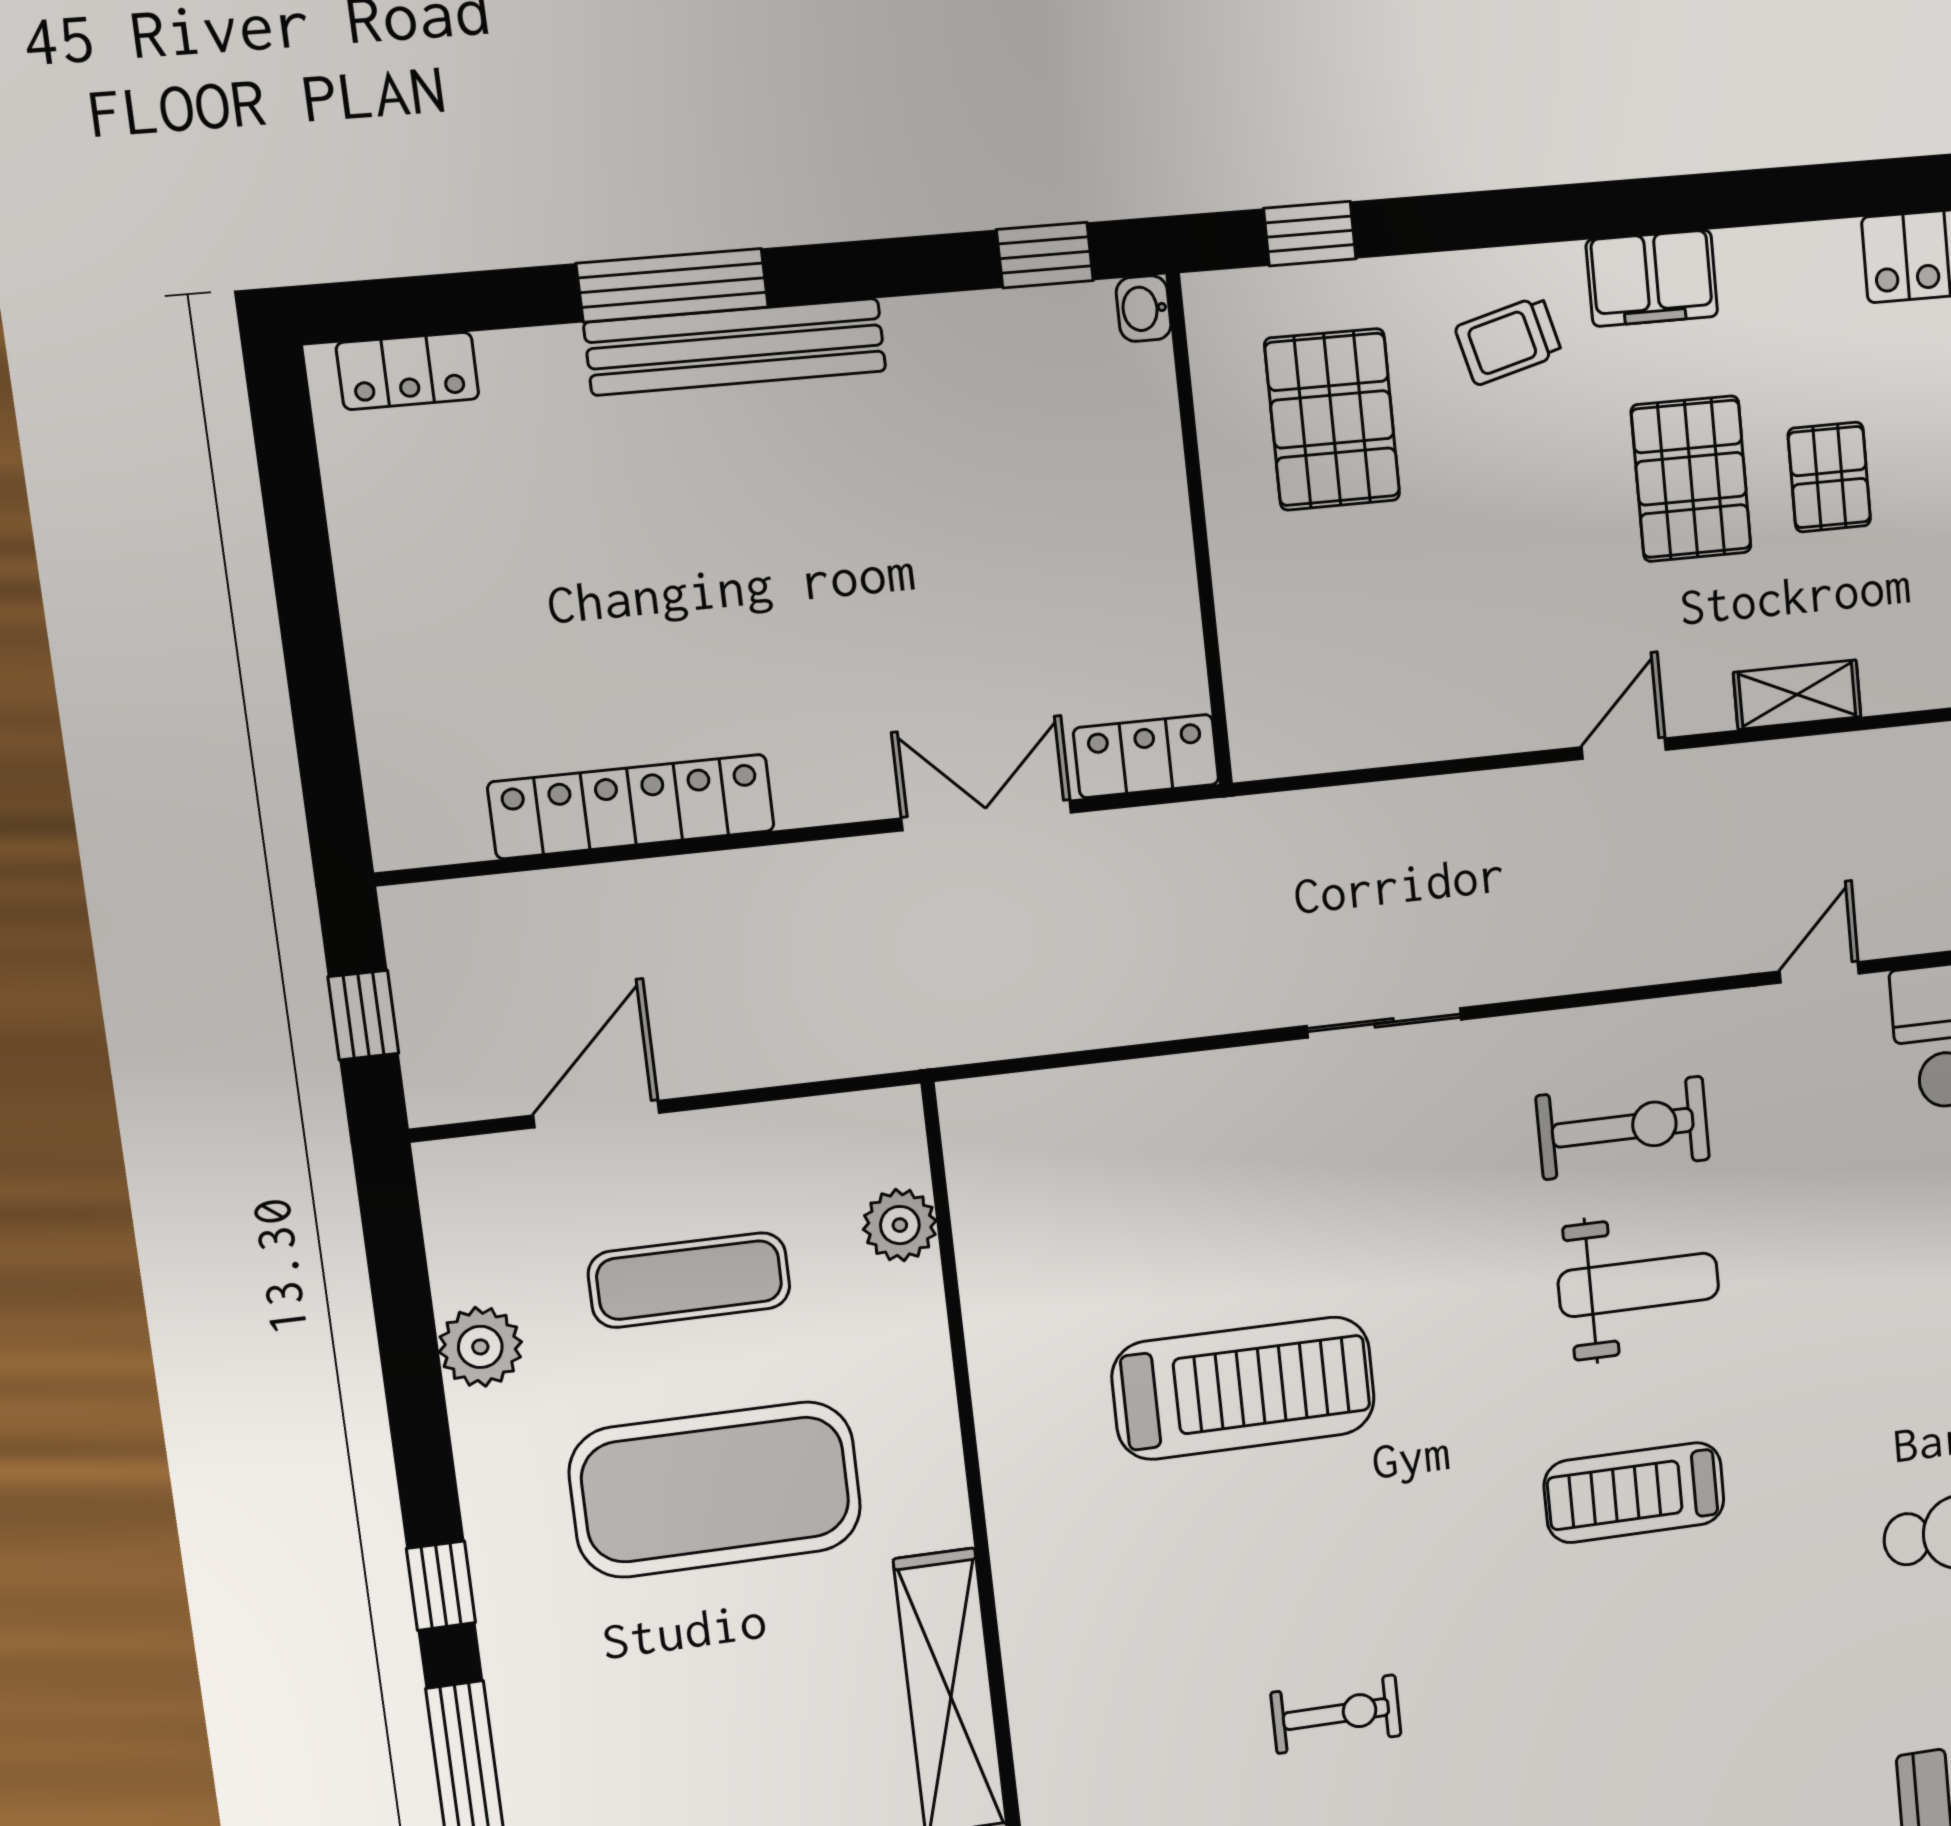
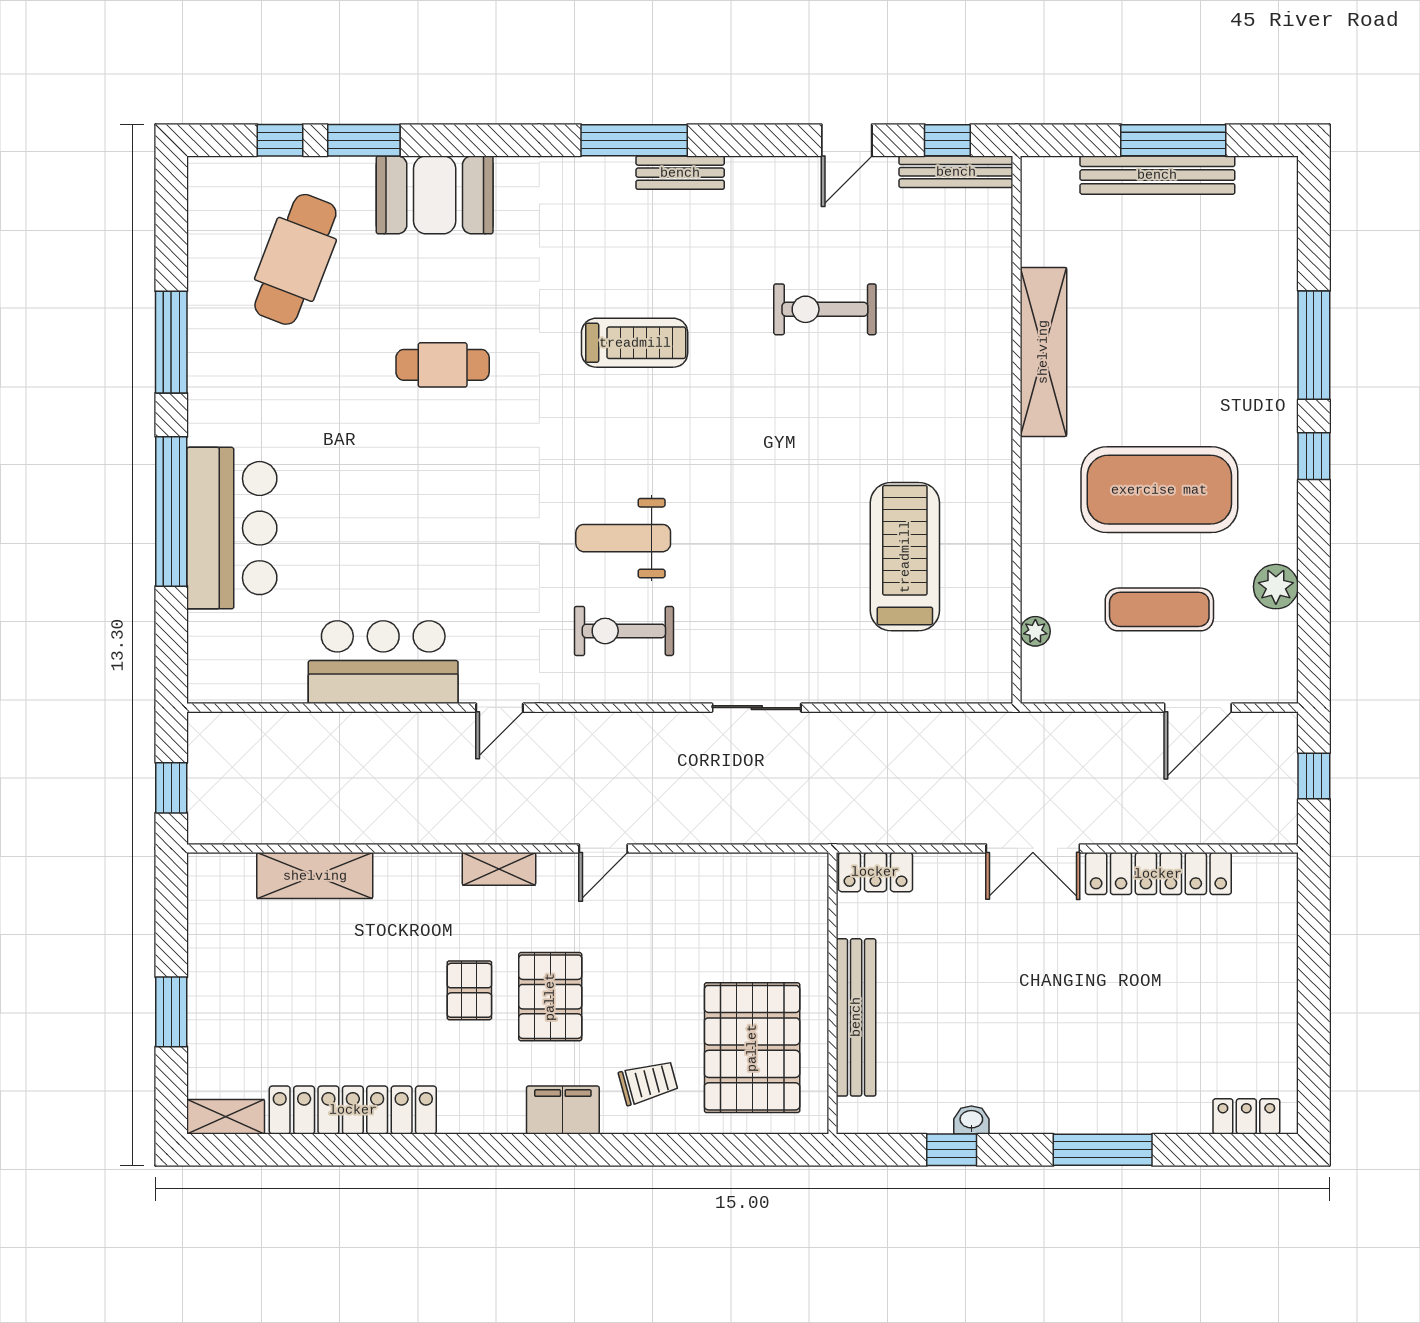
window: (1310, 234) -> (754, 1150), removed
window: (1045, 255) -> (952, 1150), moved
washbasin: (1144, 309) -> (971, 1120), moved, turned -90
bench: (736, 347) -> (856, 1017), moved, turned 90
pallet: (1332, 419) -> (752, 1048), width x1.37, depth x1.41
double door: (986, 815) -> (1033, 848), moved
plant: (900, 1225) -> (1035, 631), width x0.73, depth x0.73
treadmill: (1244, 1388) -> (905, 557), moved, turned 90
treadmill: (1634, 1493) -> (635, 343), moved
exercise bike: (1336, 1714) -> (825, 309), width x1.38, depth x1.39

